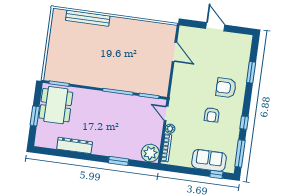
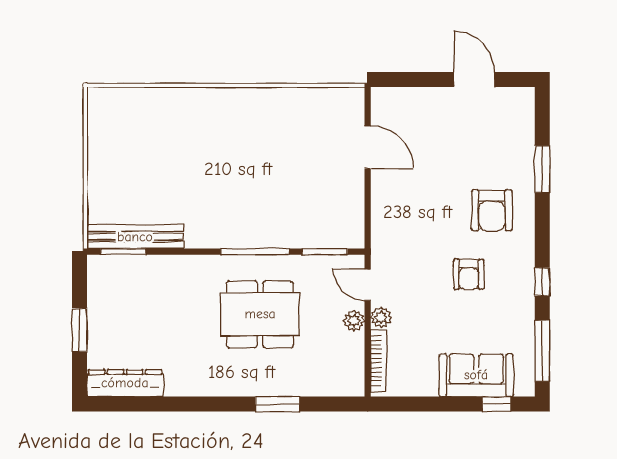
bench: (88, 18) -> (135, 237), moved
door: (215, 27) -> (474, 80), moved
armchair: (226, 88) -> (492, 210), turned -90
dining table: (56, 105) -> (260, 314), moved, turned 90
dresser: (75, 145) -> (125, 383), moved
plant: (150, 153) -> (354, 321), moved, width x0.53, depth x0.53

